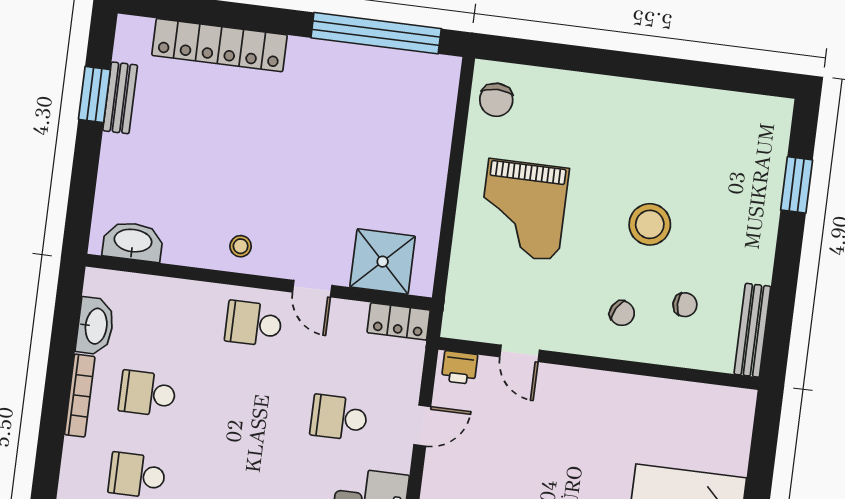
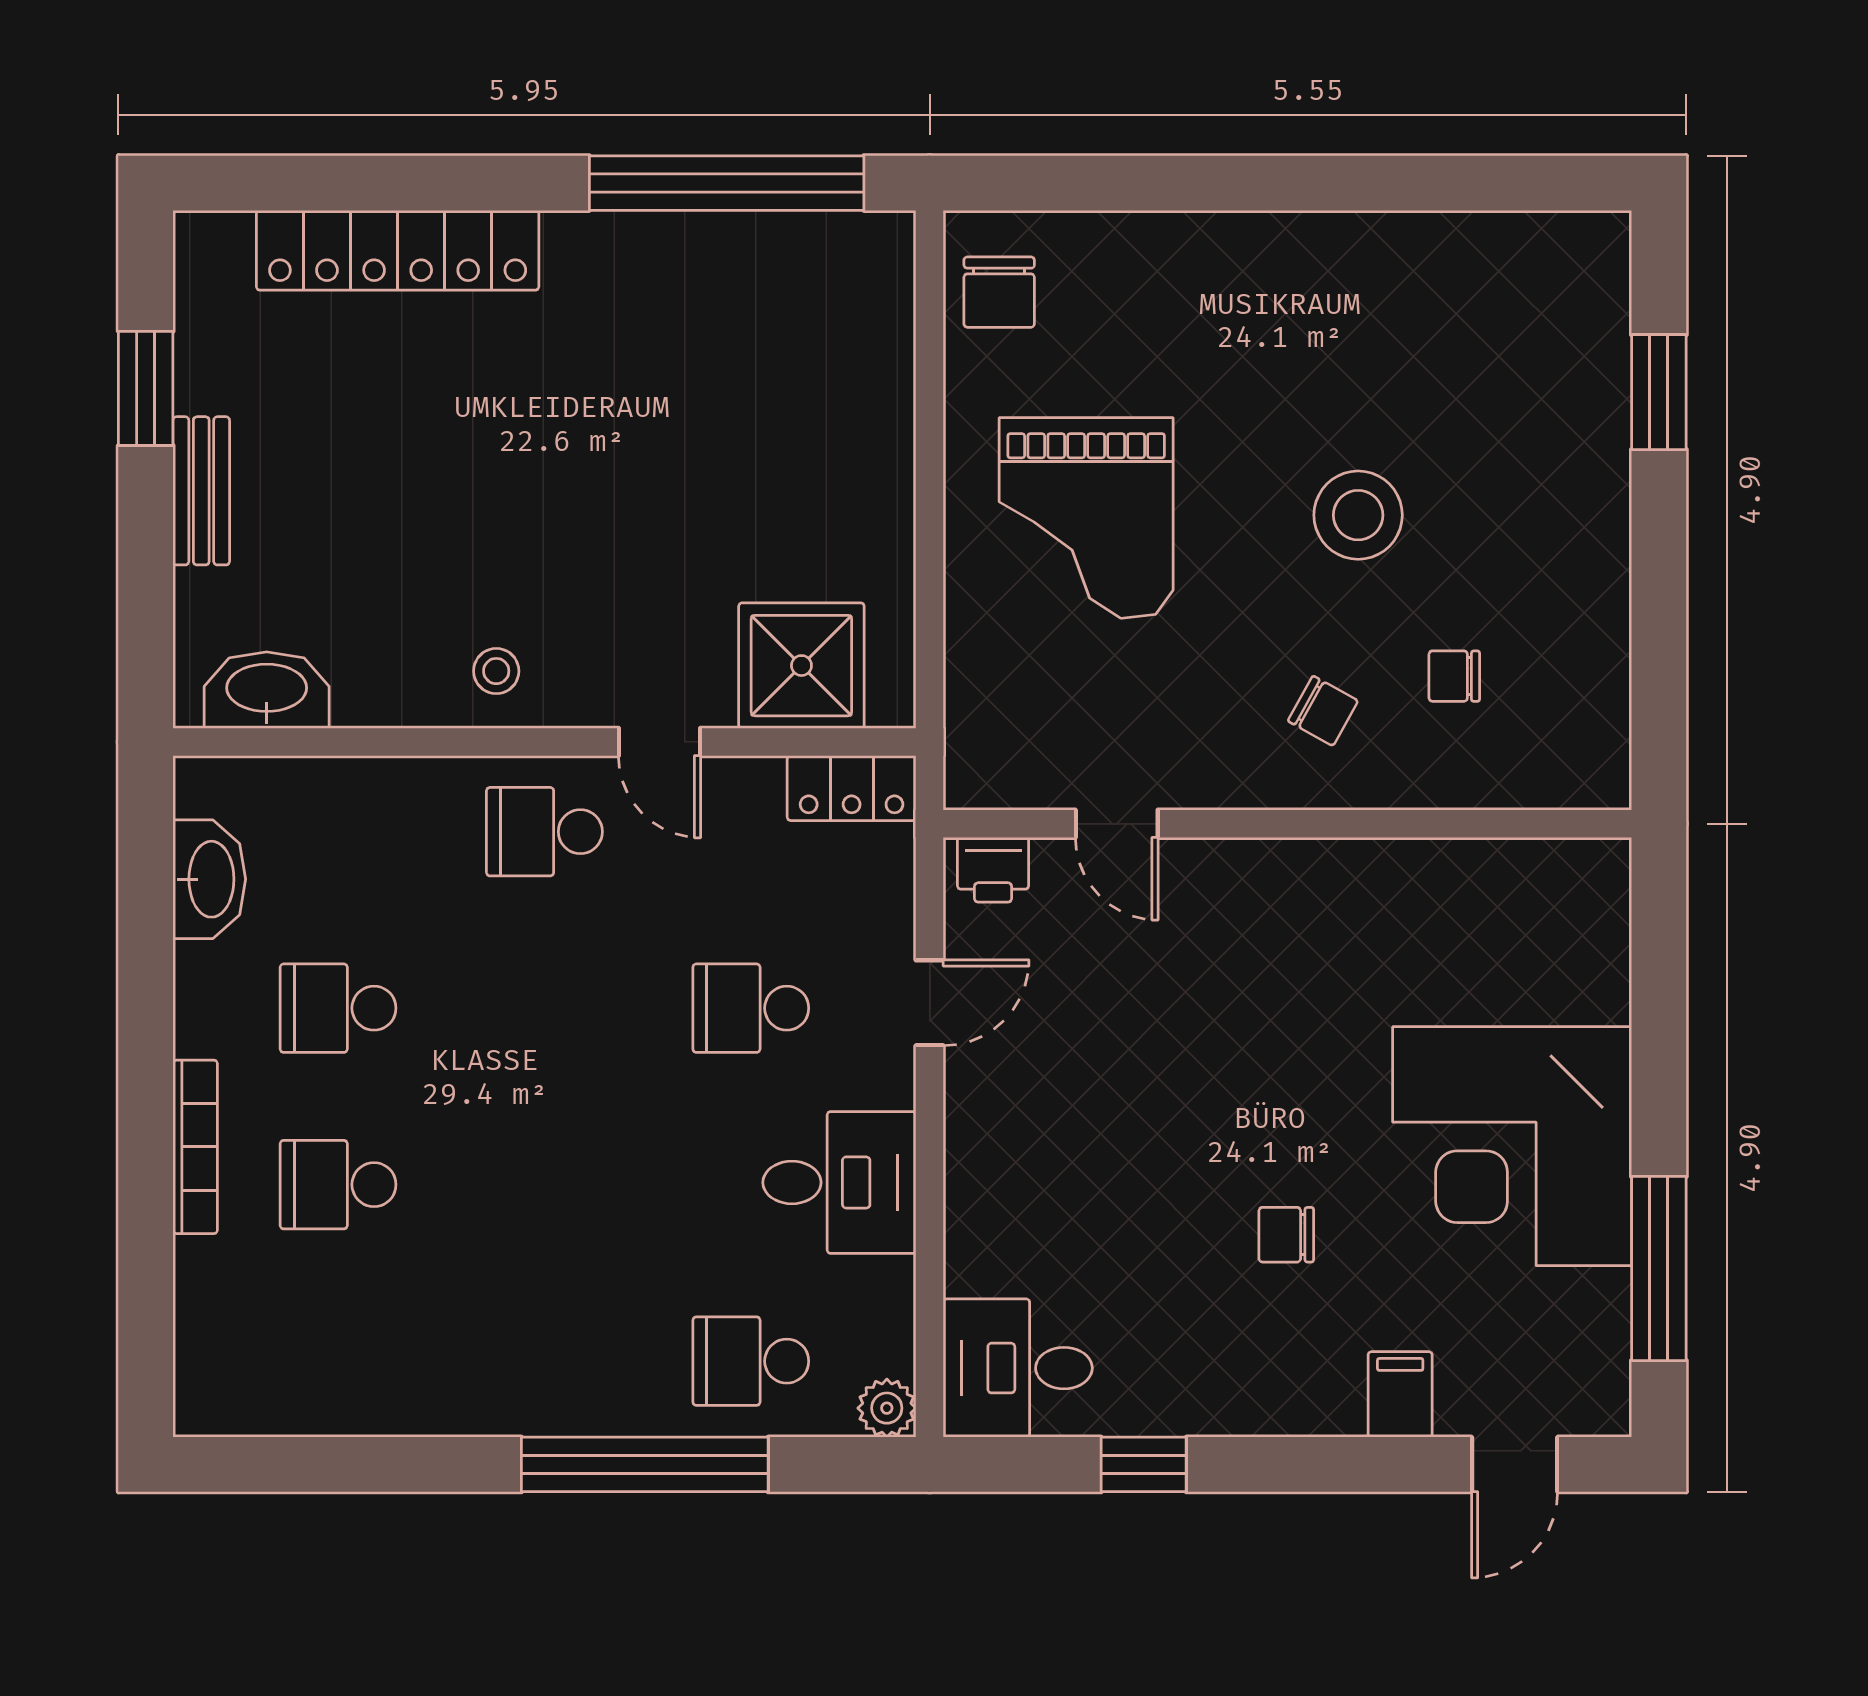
bench: (120, 98) -> (201, 491), moved
chair: (685, 305) -> (1454, 676), turned 180
bench: (752, 330) -> (1604, 712), removed
bookcase: (80, 396) -> (195, 1147), moved

